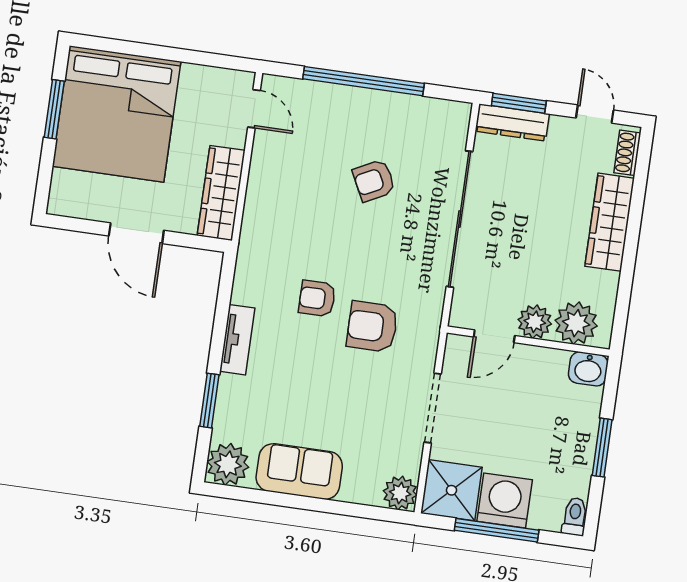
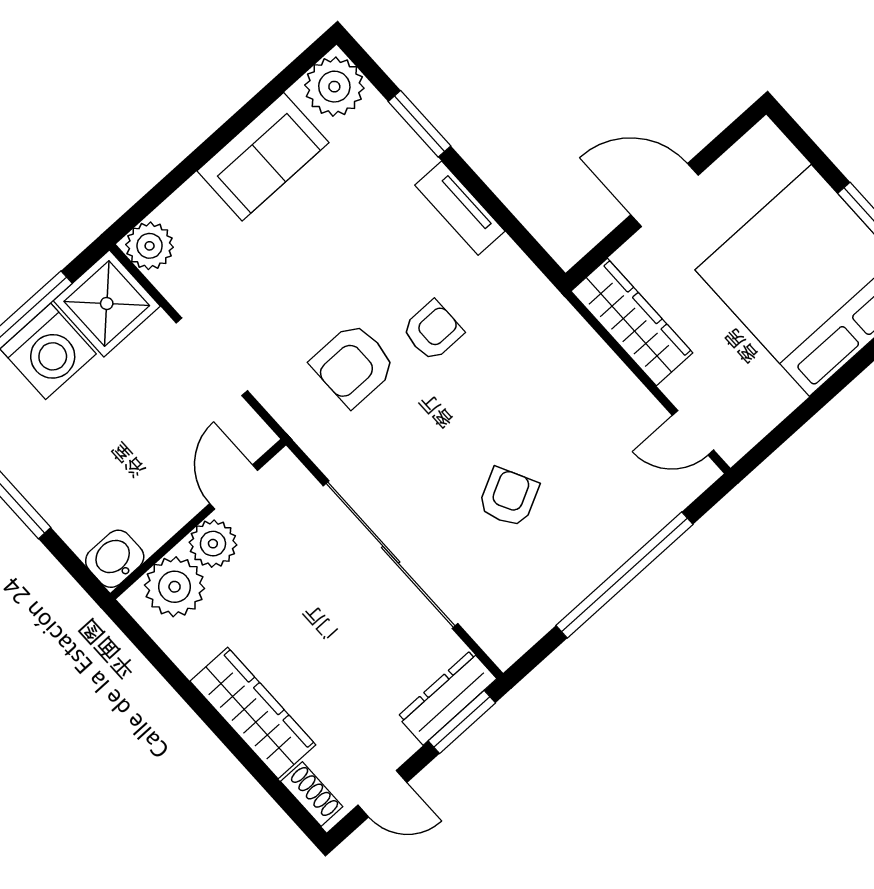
armchair: (372, 327) -> (353, 365), turned 180

